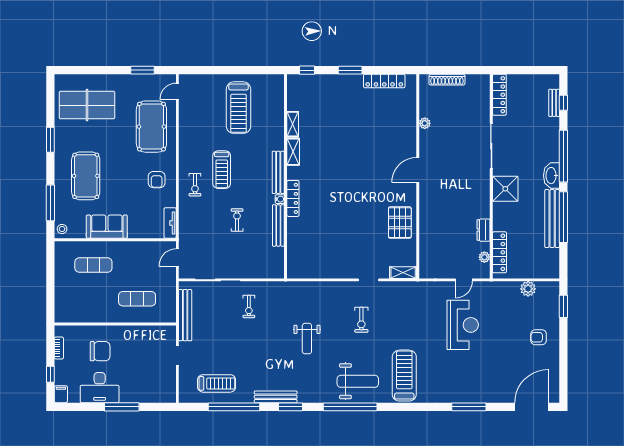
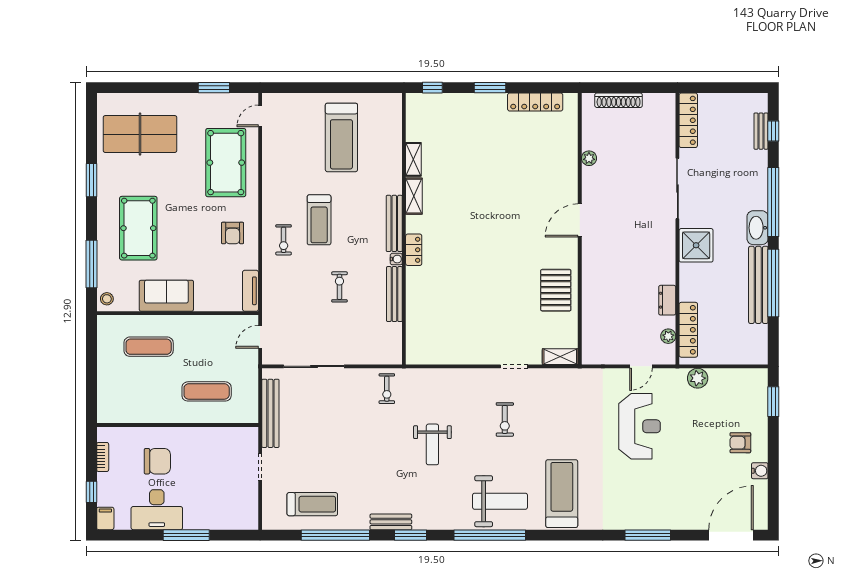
locker: (293, 198) -> (414, 250), width x0.66
plant: (528, 289) -> (698, 378), moved
exercise bike: (249, 307) -> (387, 389), moved
water cooler: (553, 358) -> (760, 471), added
bench: (276, 397) -> (391, 522), width x0.73

